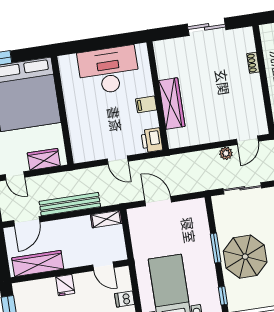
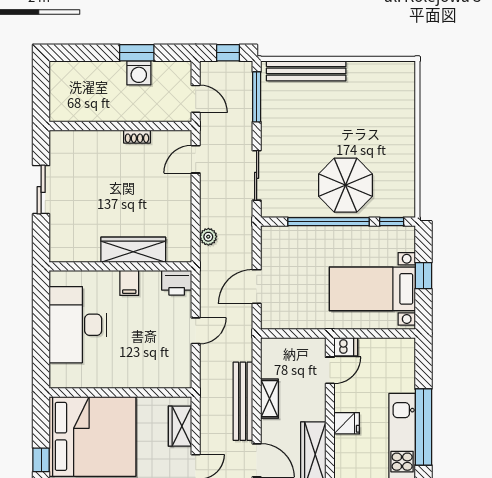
shoe rack: (253, 63) -> (137, 137), moved
door: (247, 140) -> (196, 159), swing flipped
plant: (226, 153) -> (208, 237), moved
shelving: (106, 219) -> (270, 399), moved
window: (216, 248) -> (329, 222), width x2.11
dishwasher: (125, 299) -> (346, 347), moved, turned -90

